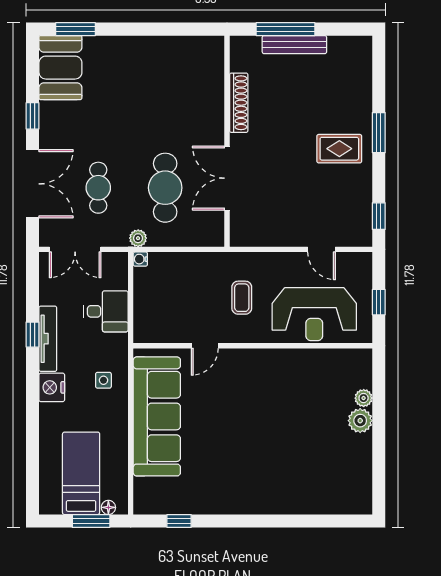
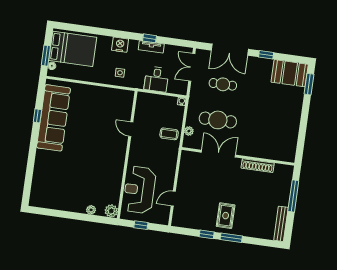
bench: (294, 45) -> (281, 224), moved
window: (379, 216) -> (207, 234), moved
plant: (138, 238) -> (189, 131), moved
coffee table: (242, 298) -> (169, 134), moved
tv unit: (48, 339) -> (151, 47), width x0.71
sofa: (157, 416) -> (53, 118), moved, turned -90
plant: (360, 421) -> (111, 211), moved
bed: (81, 473) -> (73, 49), width x1.50
window: (179, 521) -> (37, 116), moved

